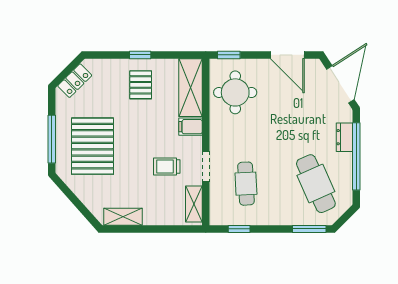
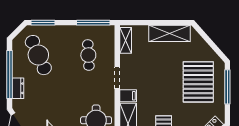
trolley: (167, 167) -> (145, 67), removed
doorway: (206, 167) -> (117, 78), moved
shelving: (123, 217) -> (169, 33), width x1.50, depth x1.33
window: (239, 229) -> (93, 23), width x2.17

